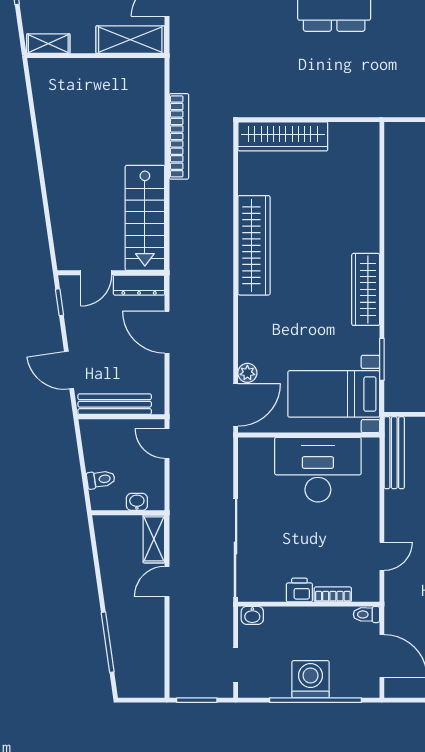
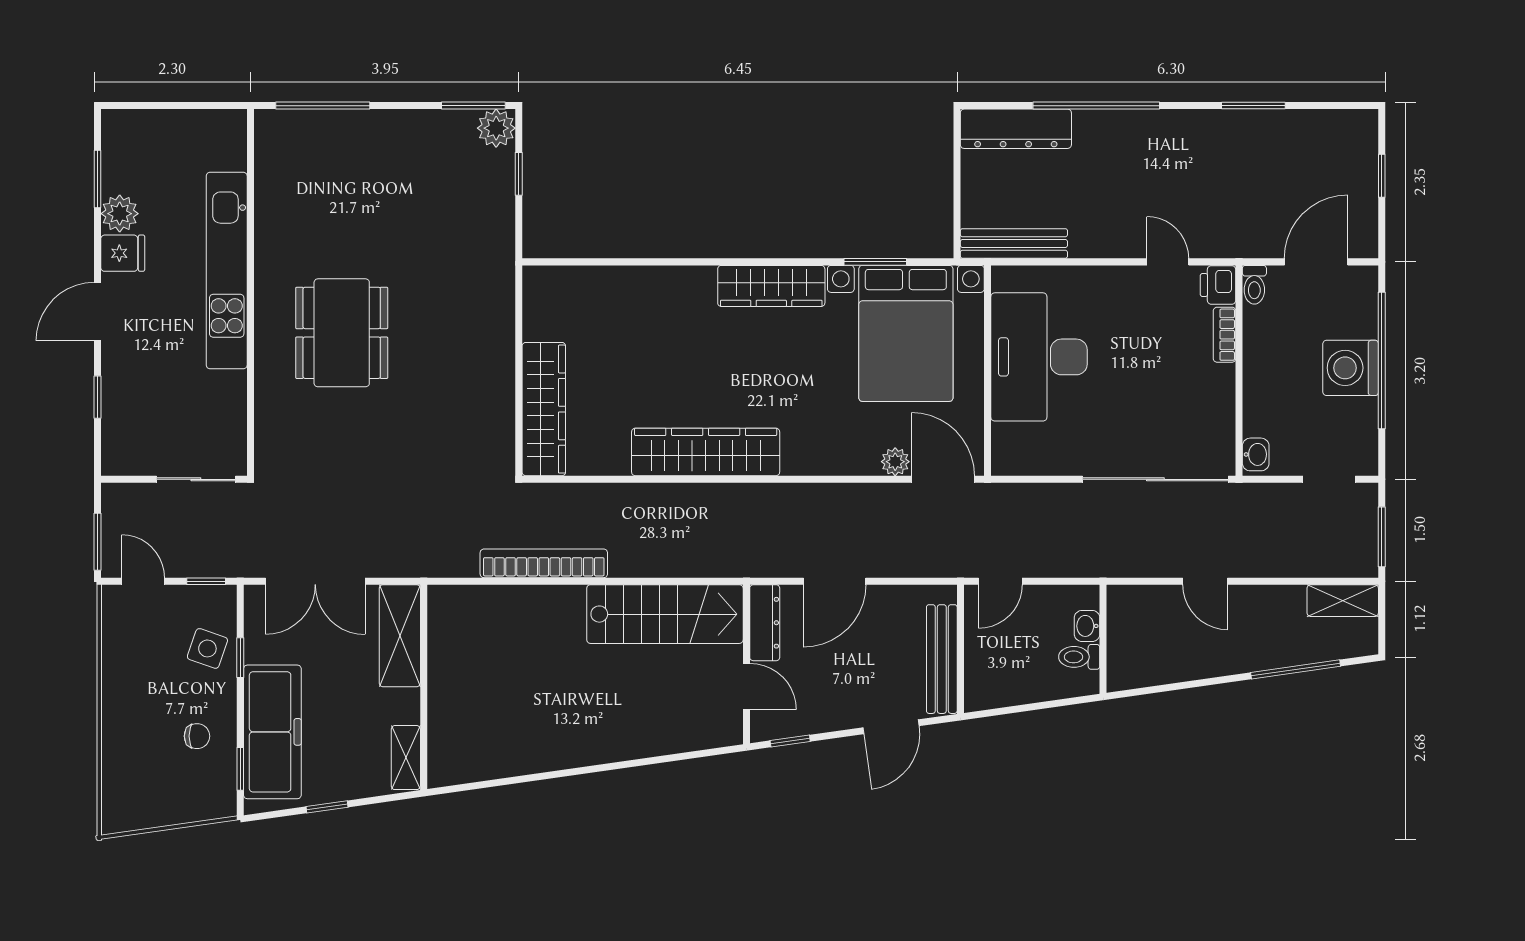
bed with nightstands: (334, 394) -> (906, 333), width x1.36
toilet: (101, 479) -> (1079, 657), moved, turned -82
shelving: (154, 539) -> (1343, 601), moved
printer: (299, 590) -> (1218, 285), moved

